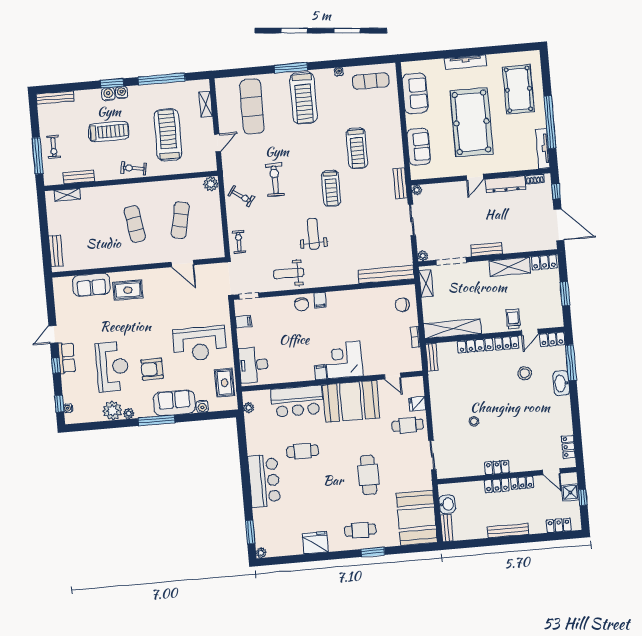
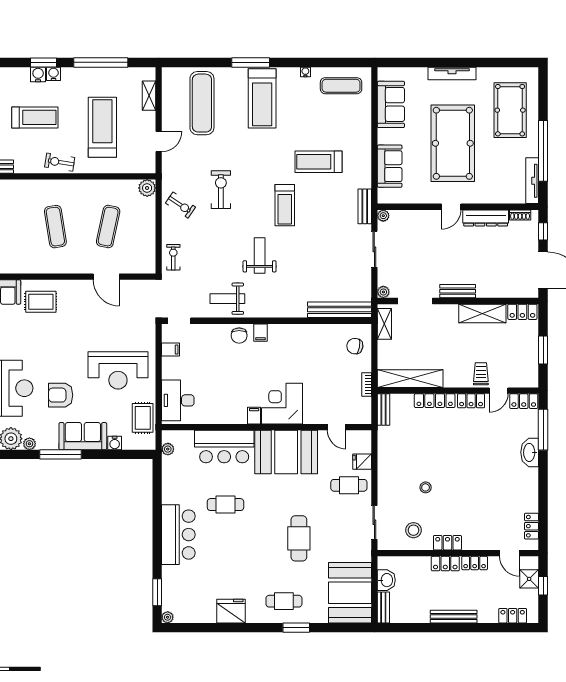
treadmill: (357, 148) -> (318, 162), turned 90
stool: (525, 373) -> (413, 530), moved

